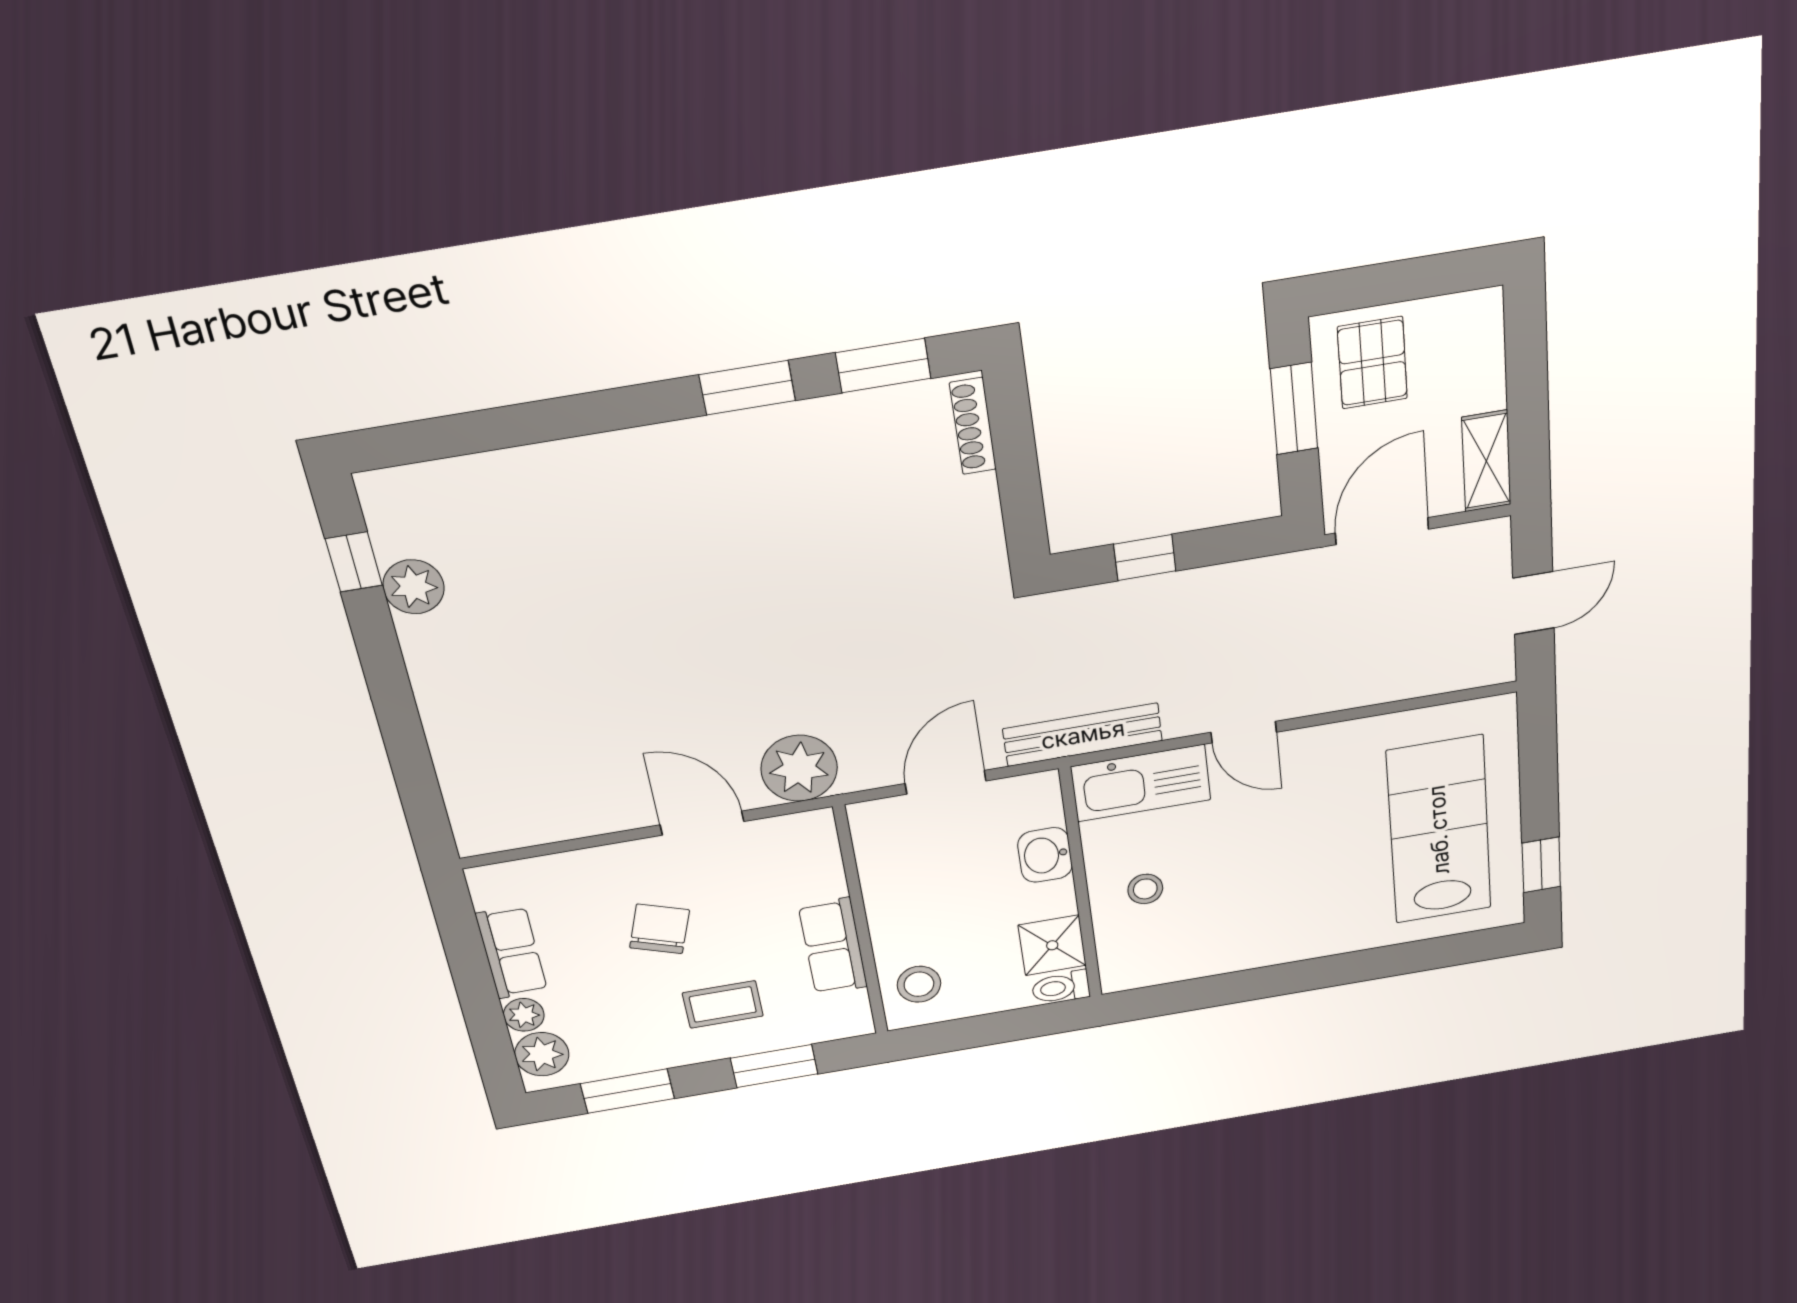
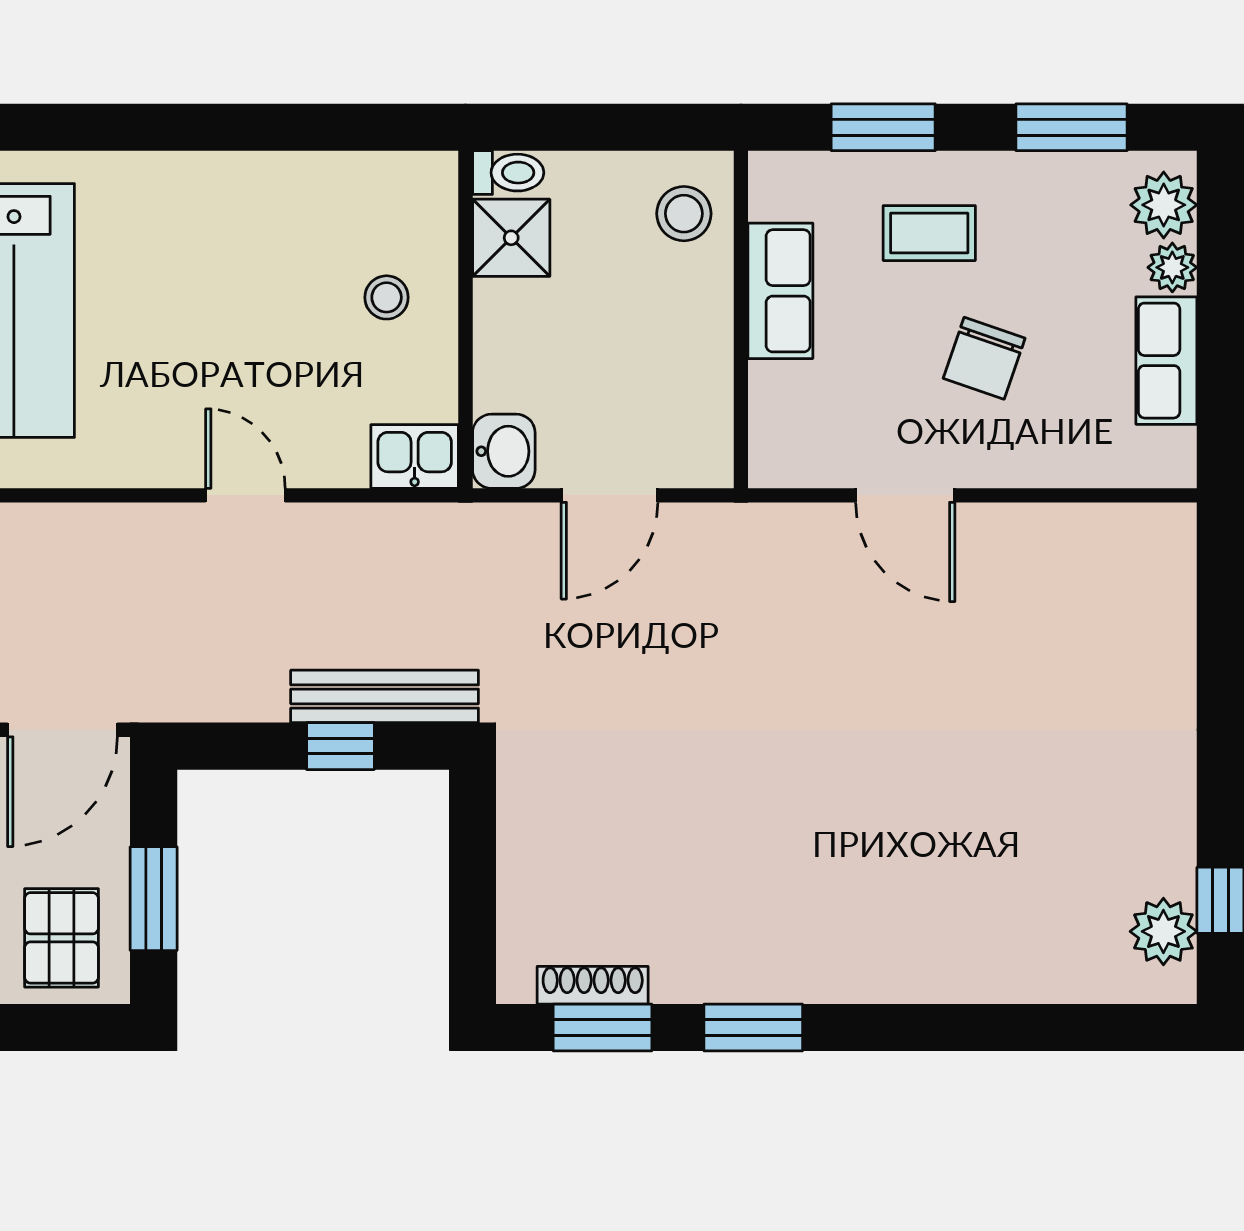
shoe rack: (973, 426) -> (593, 985), moved, turned -90
plant: (413, 587) -> (1163, 931), moved
bench: (1083, 735) -> (385, 696), moved
plant: (799, 768) -> (779, 547), removed
kitchen sink: (1141, 783) -> (415, 457), width x0.53, depth x0.81
washbasin: (1045, 855) -> (504, 451), moved

